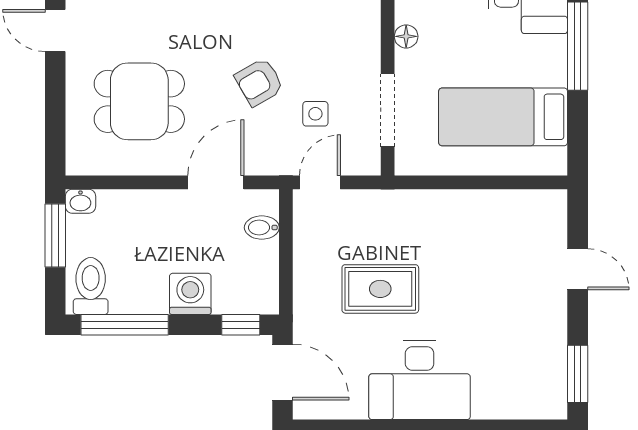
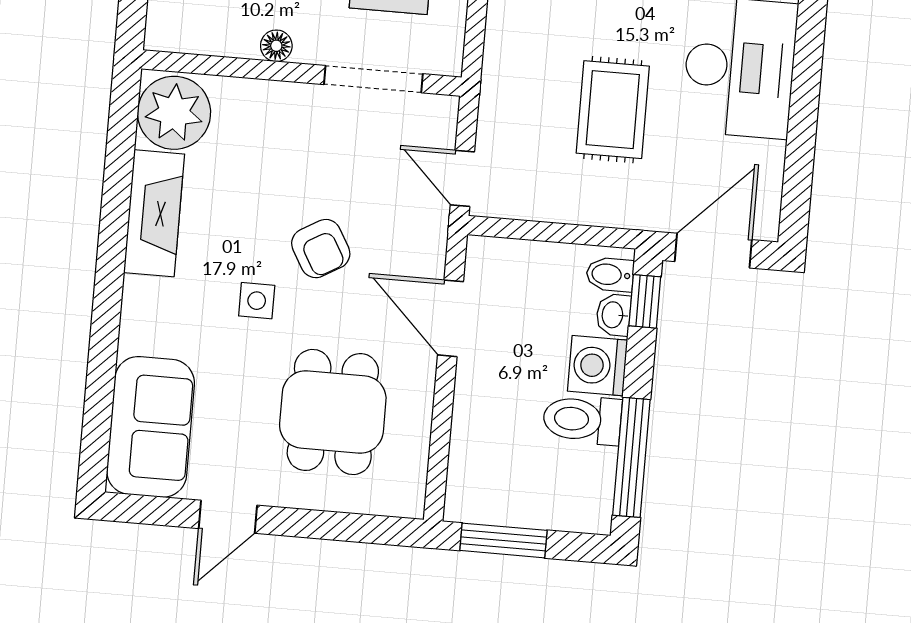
side table: (315, 114) -> (257, 301), moved
washbasin: (80, 201) -> (613, 315), moved, turned 180
bidet: (262, 228) -> (610, 275), moved, turned 90
toilet: (91, 286) -> (582, 420), moved

